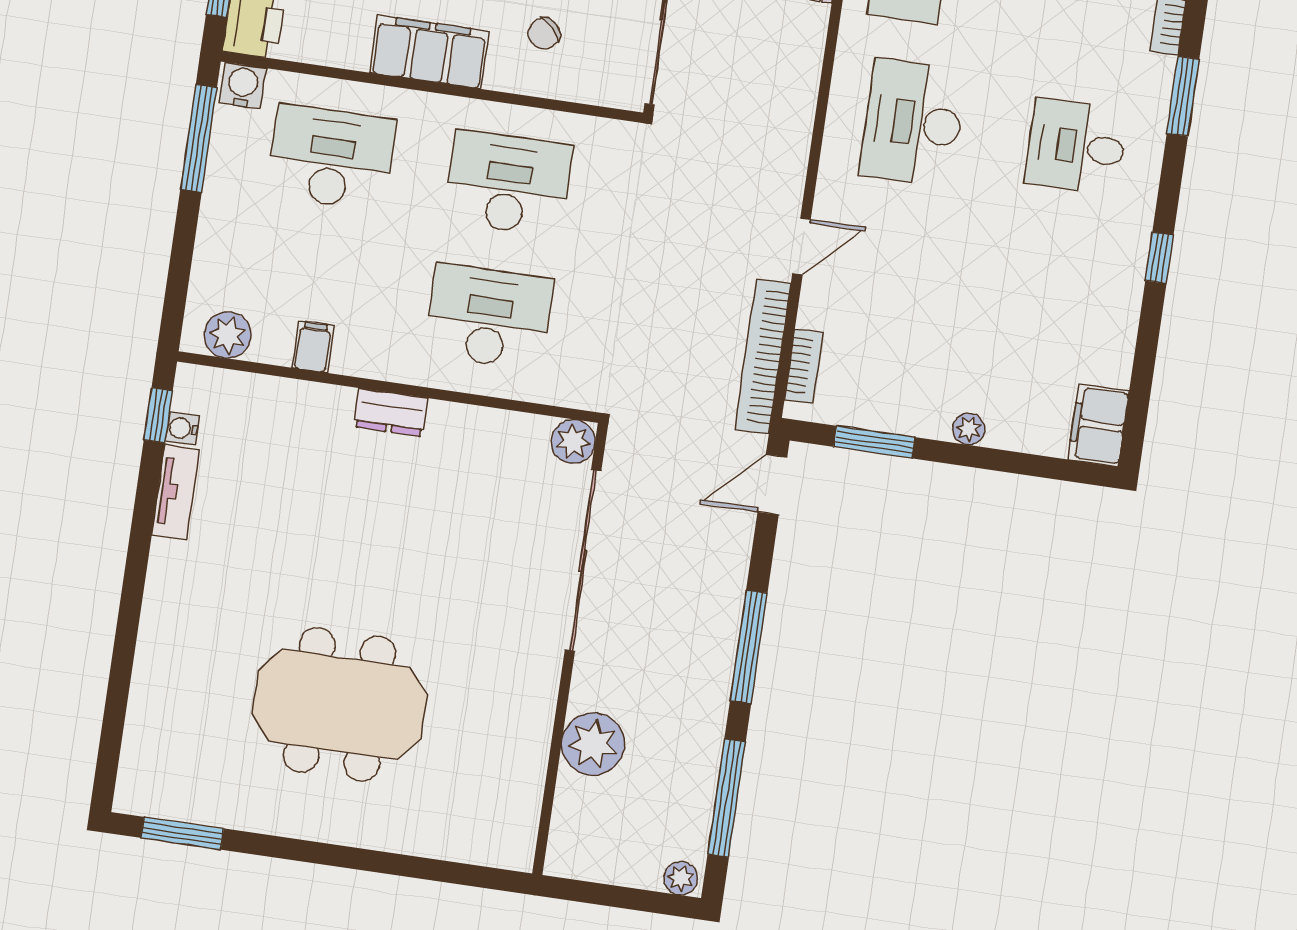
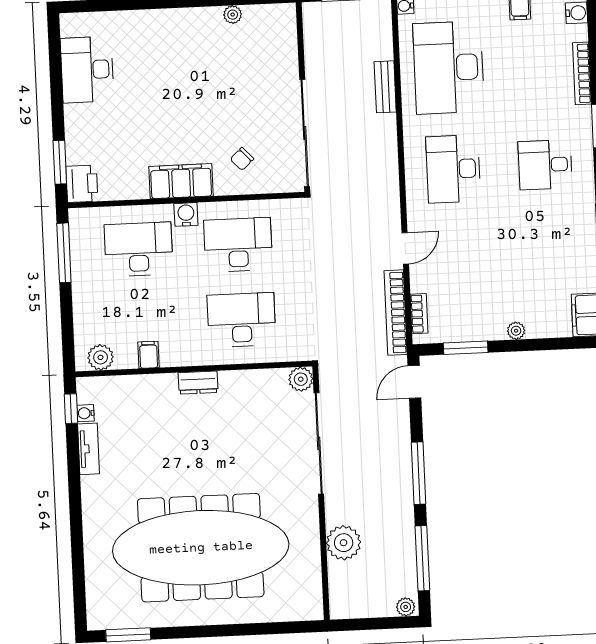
water cooler: (243, 85) -> (186, 214), moved
meeting table: (340, 704) -> (201, 548), width x1.86, depth x1.27

